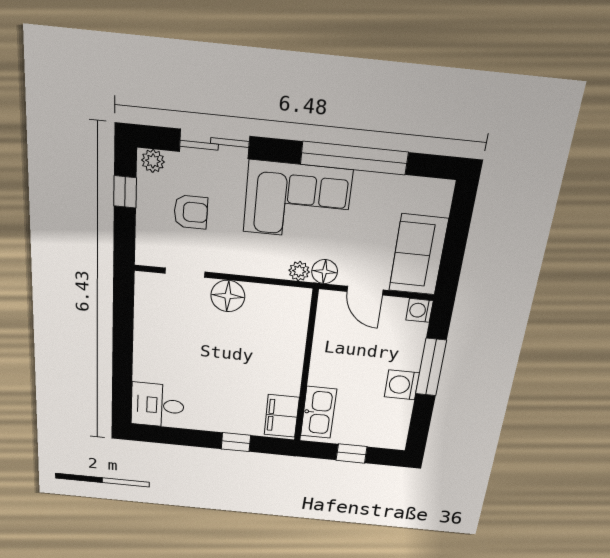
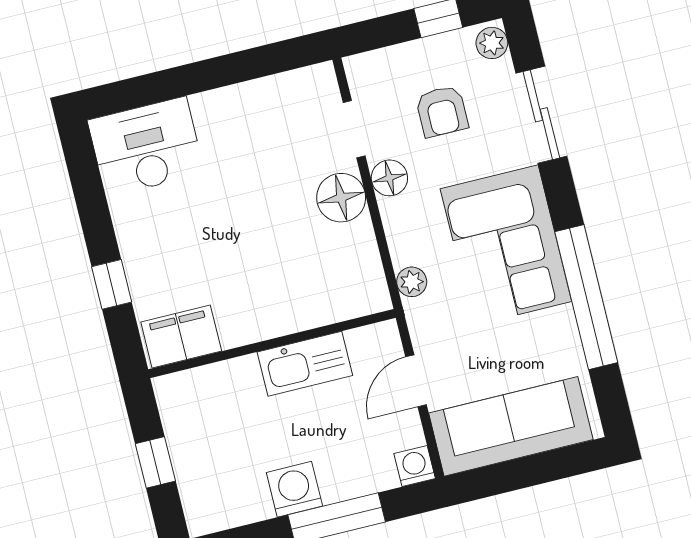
sofa: (418, 255) -> (511, 426), width x1.36
floor lamp: (325, 272) -> (389, 178), moved
desk: (158, 405) -> (146, 147), width x1.37
kitchen sink: (319, 412) -> (305, 364), moved

